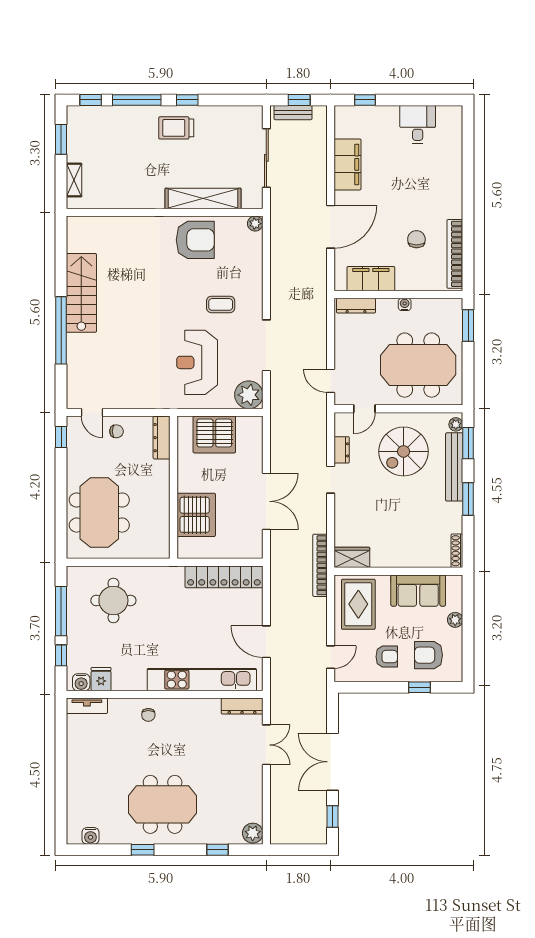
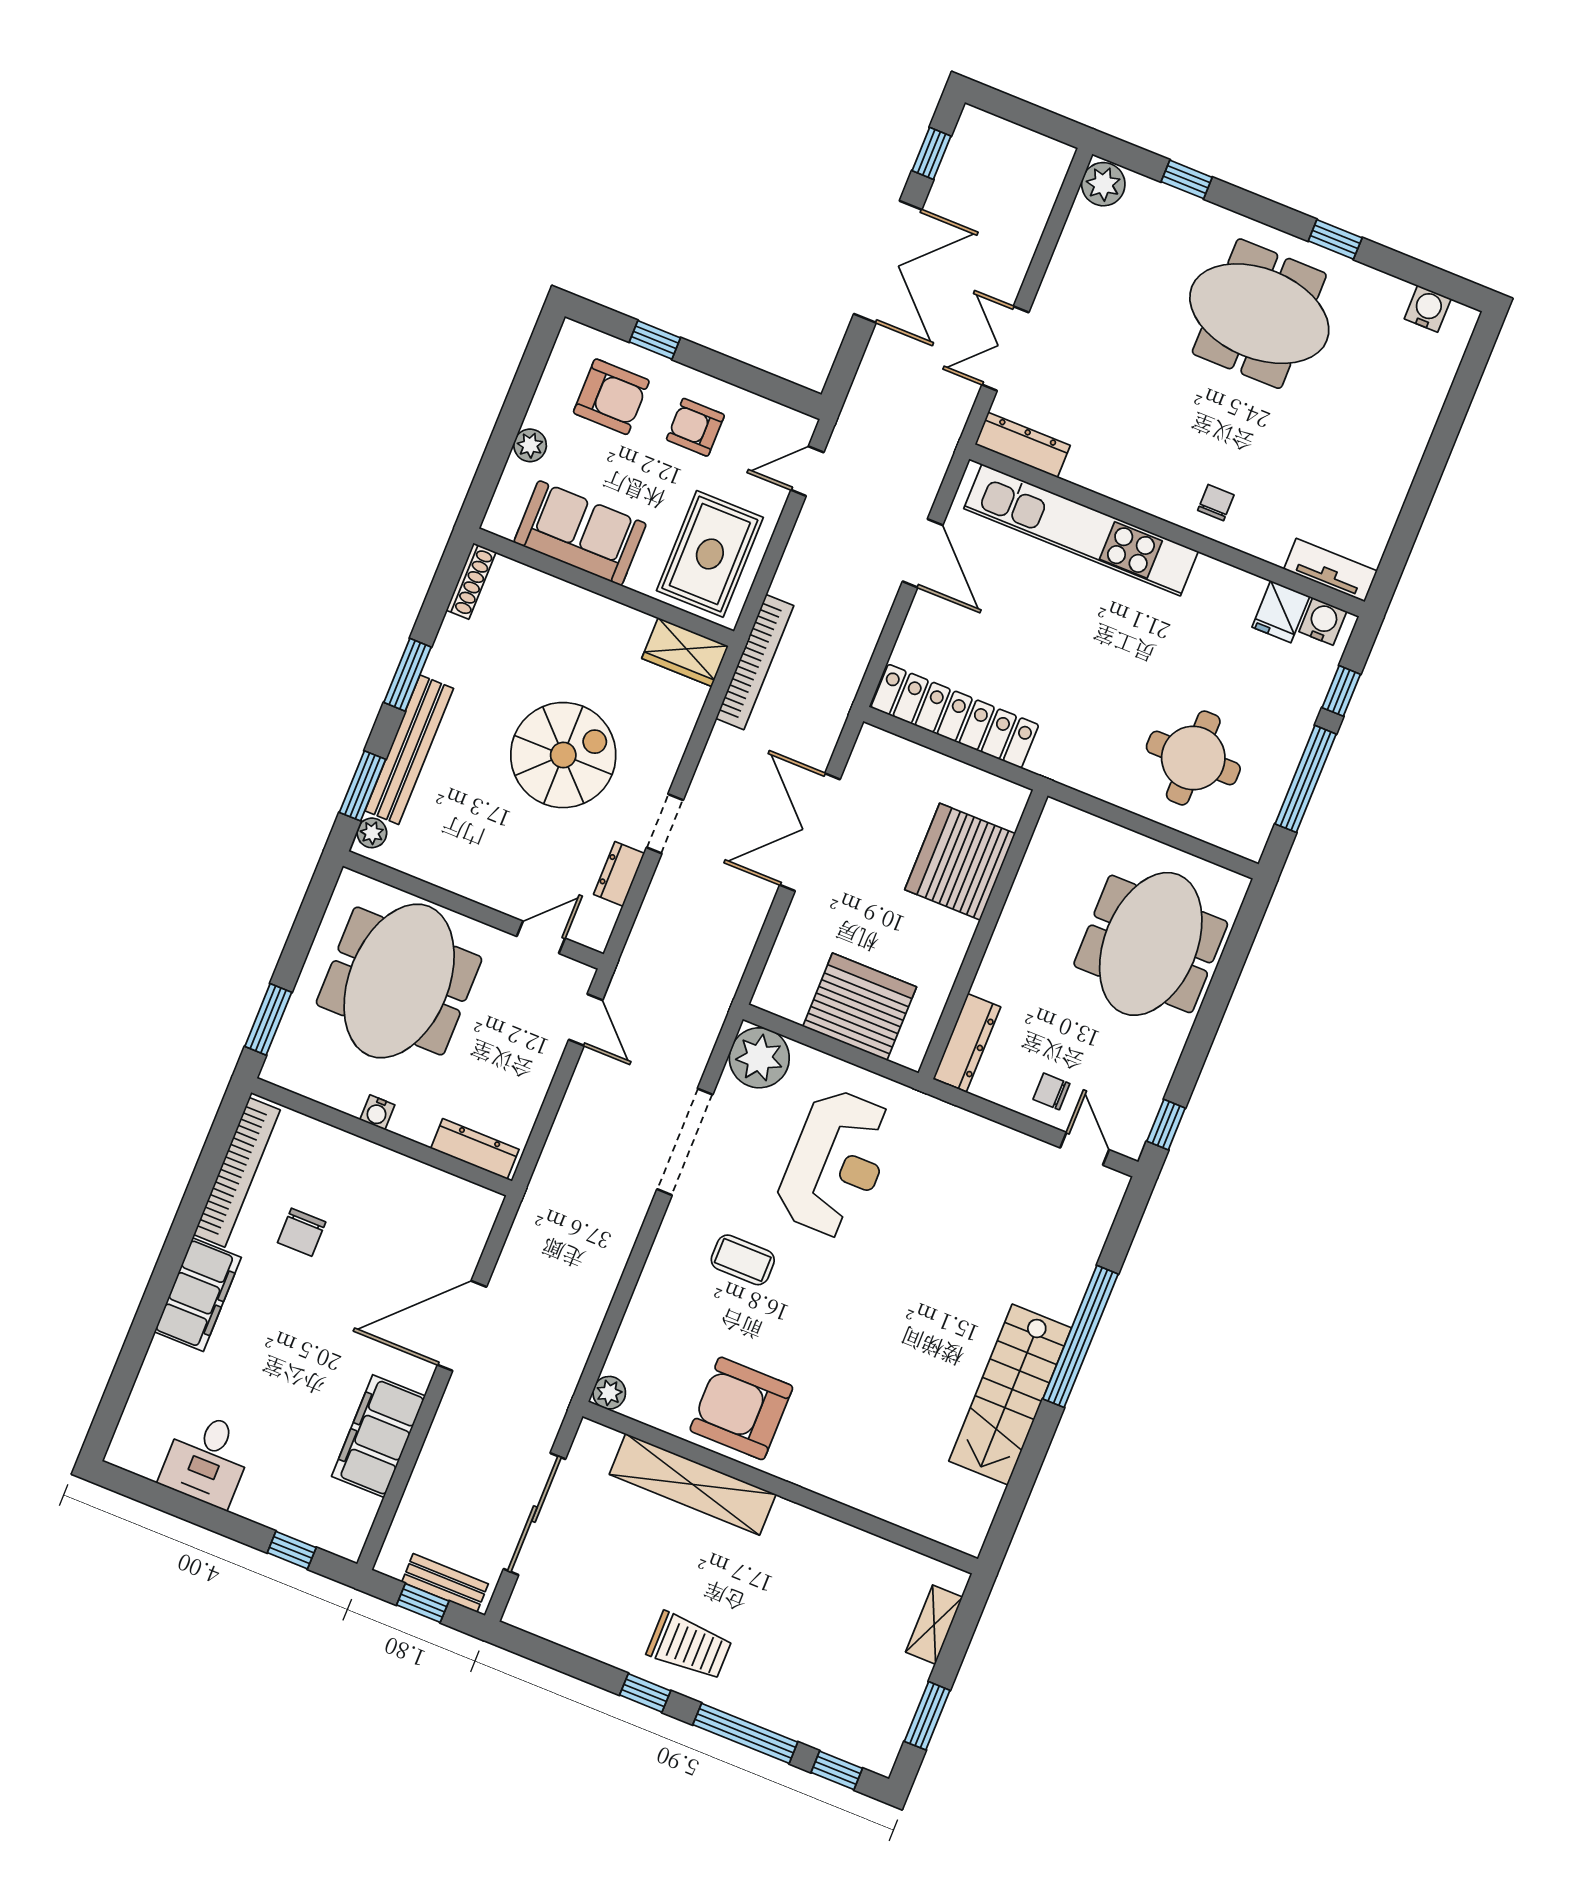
filing cabinet: (371, 279) -> (198, 1295), moved, turned -90
meeting table: (418, 365) -> (399, 981), turned 90
spiral stairs: (404, 451) -> (563, 755), moved

